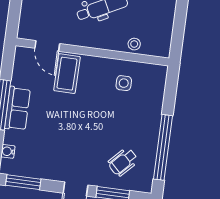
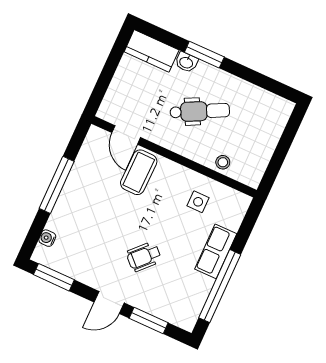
row of seats: (17, 109) -> (216, 251), moved, turned 180
wheelchair: (123, 162) -> (144, 257), moved

